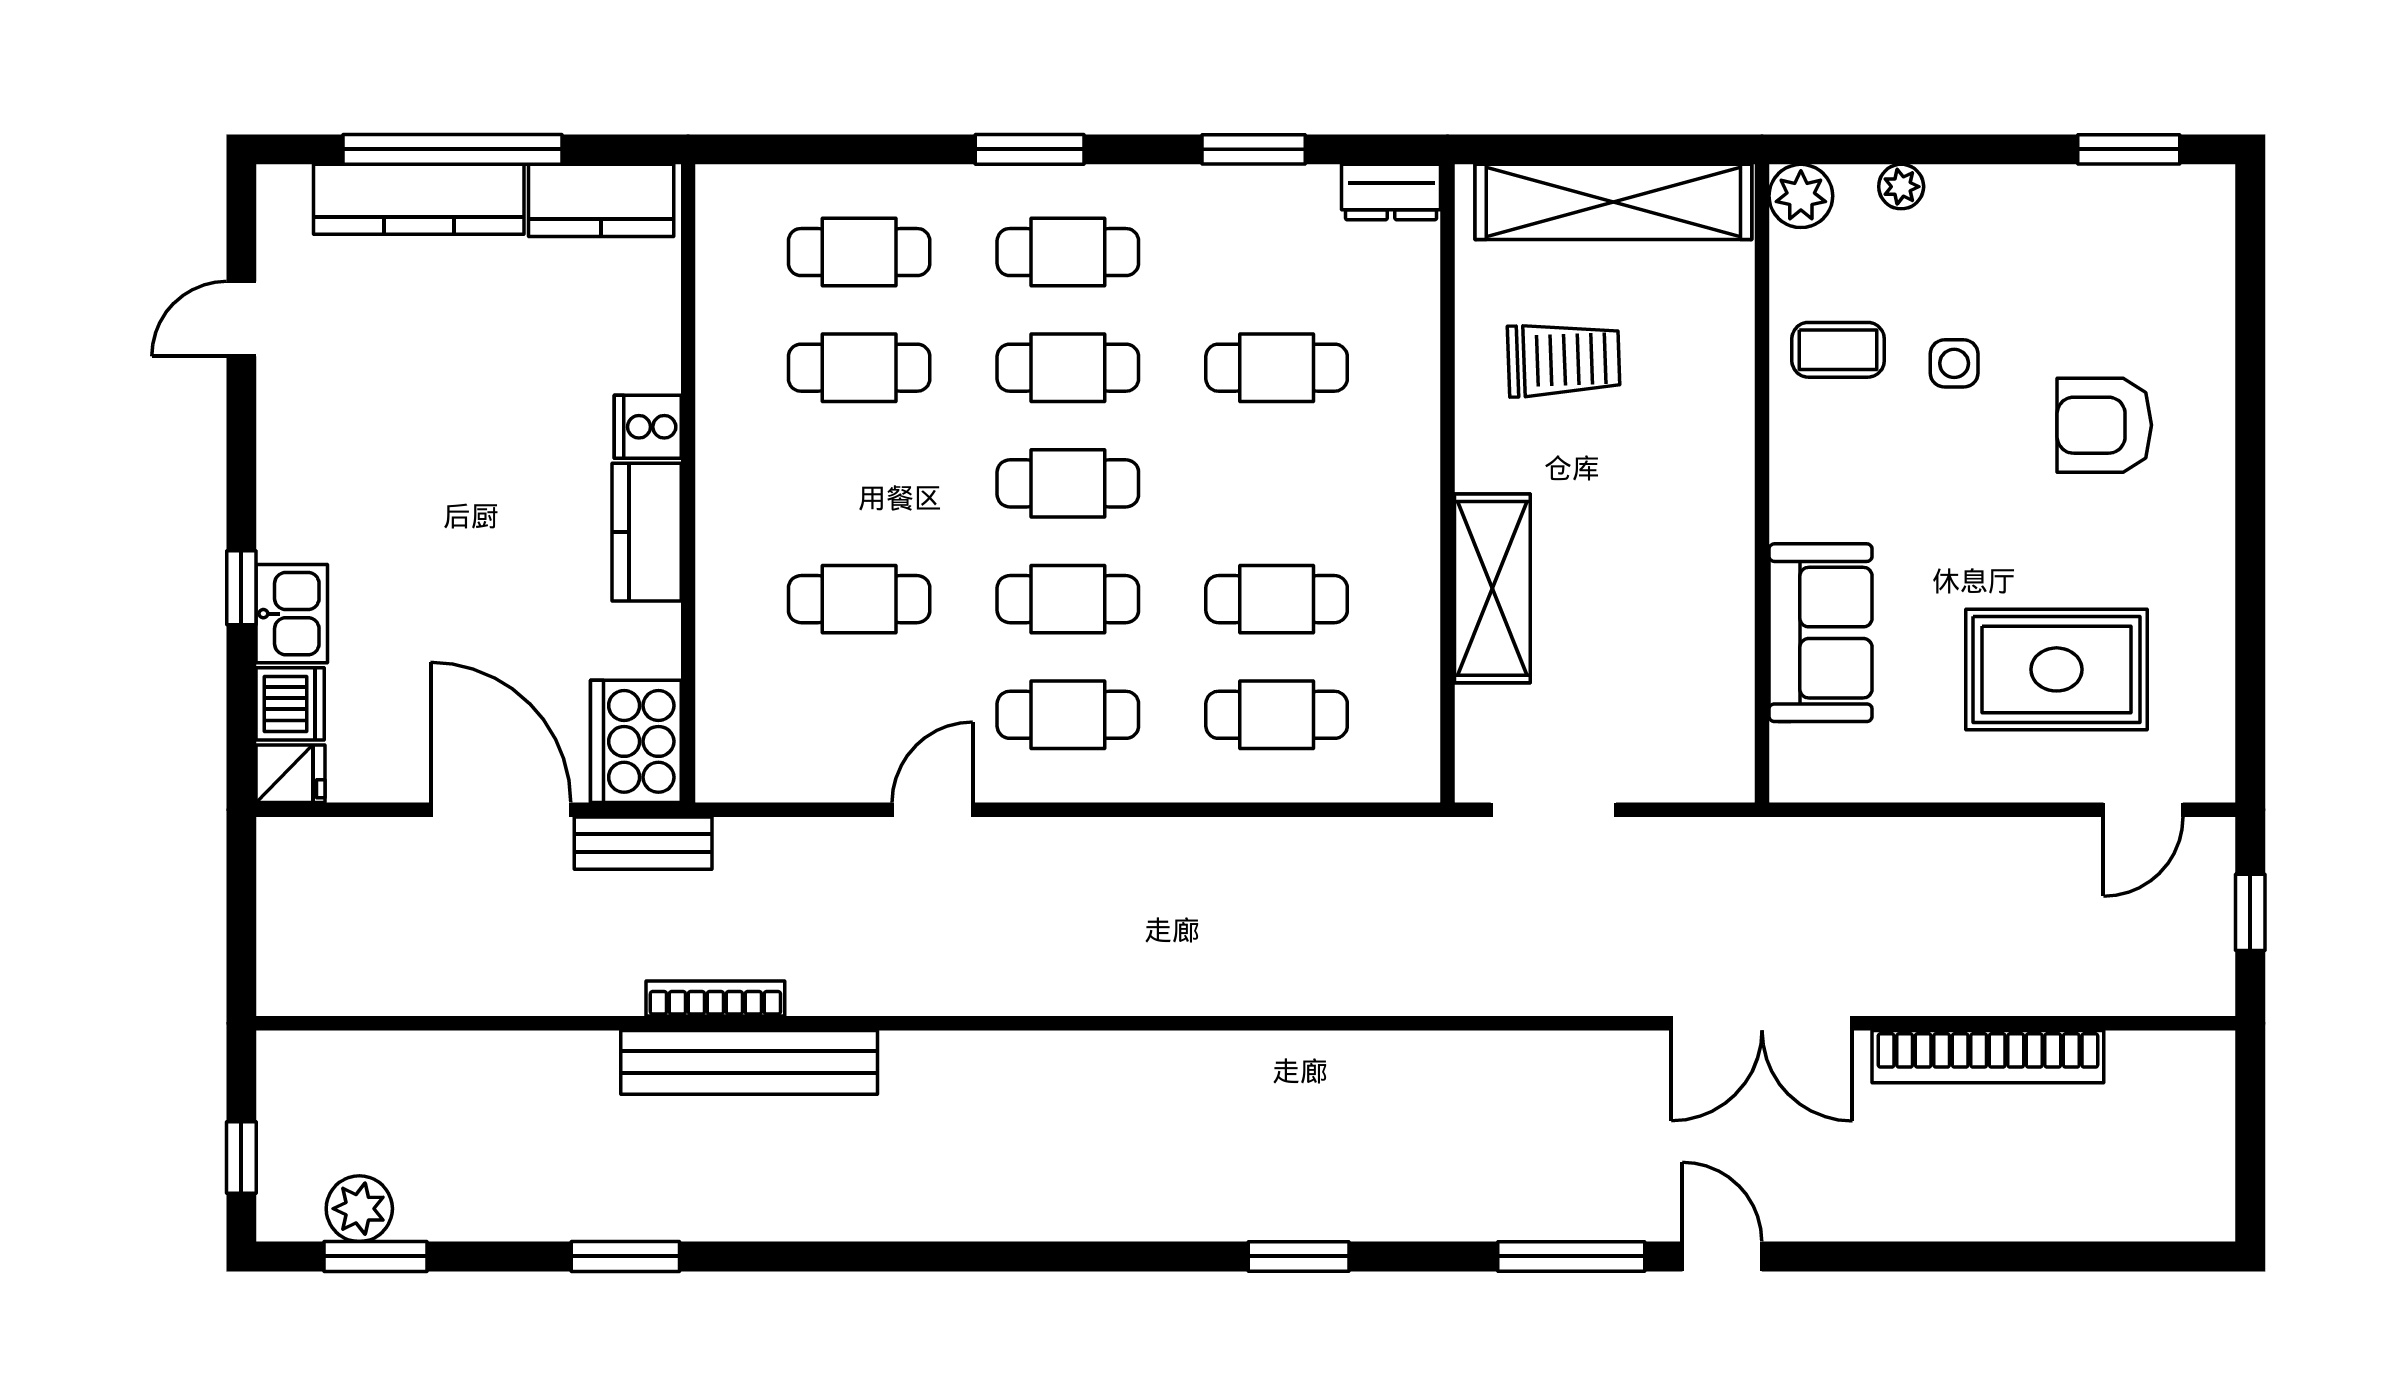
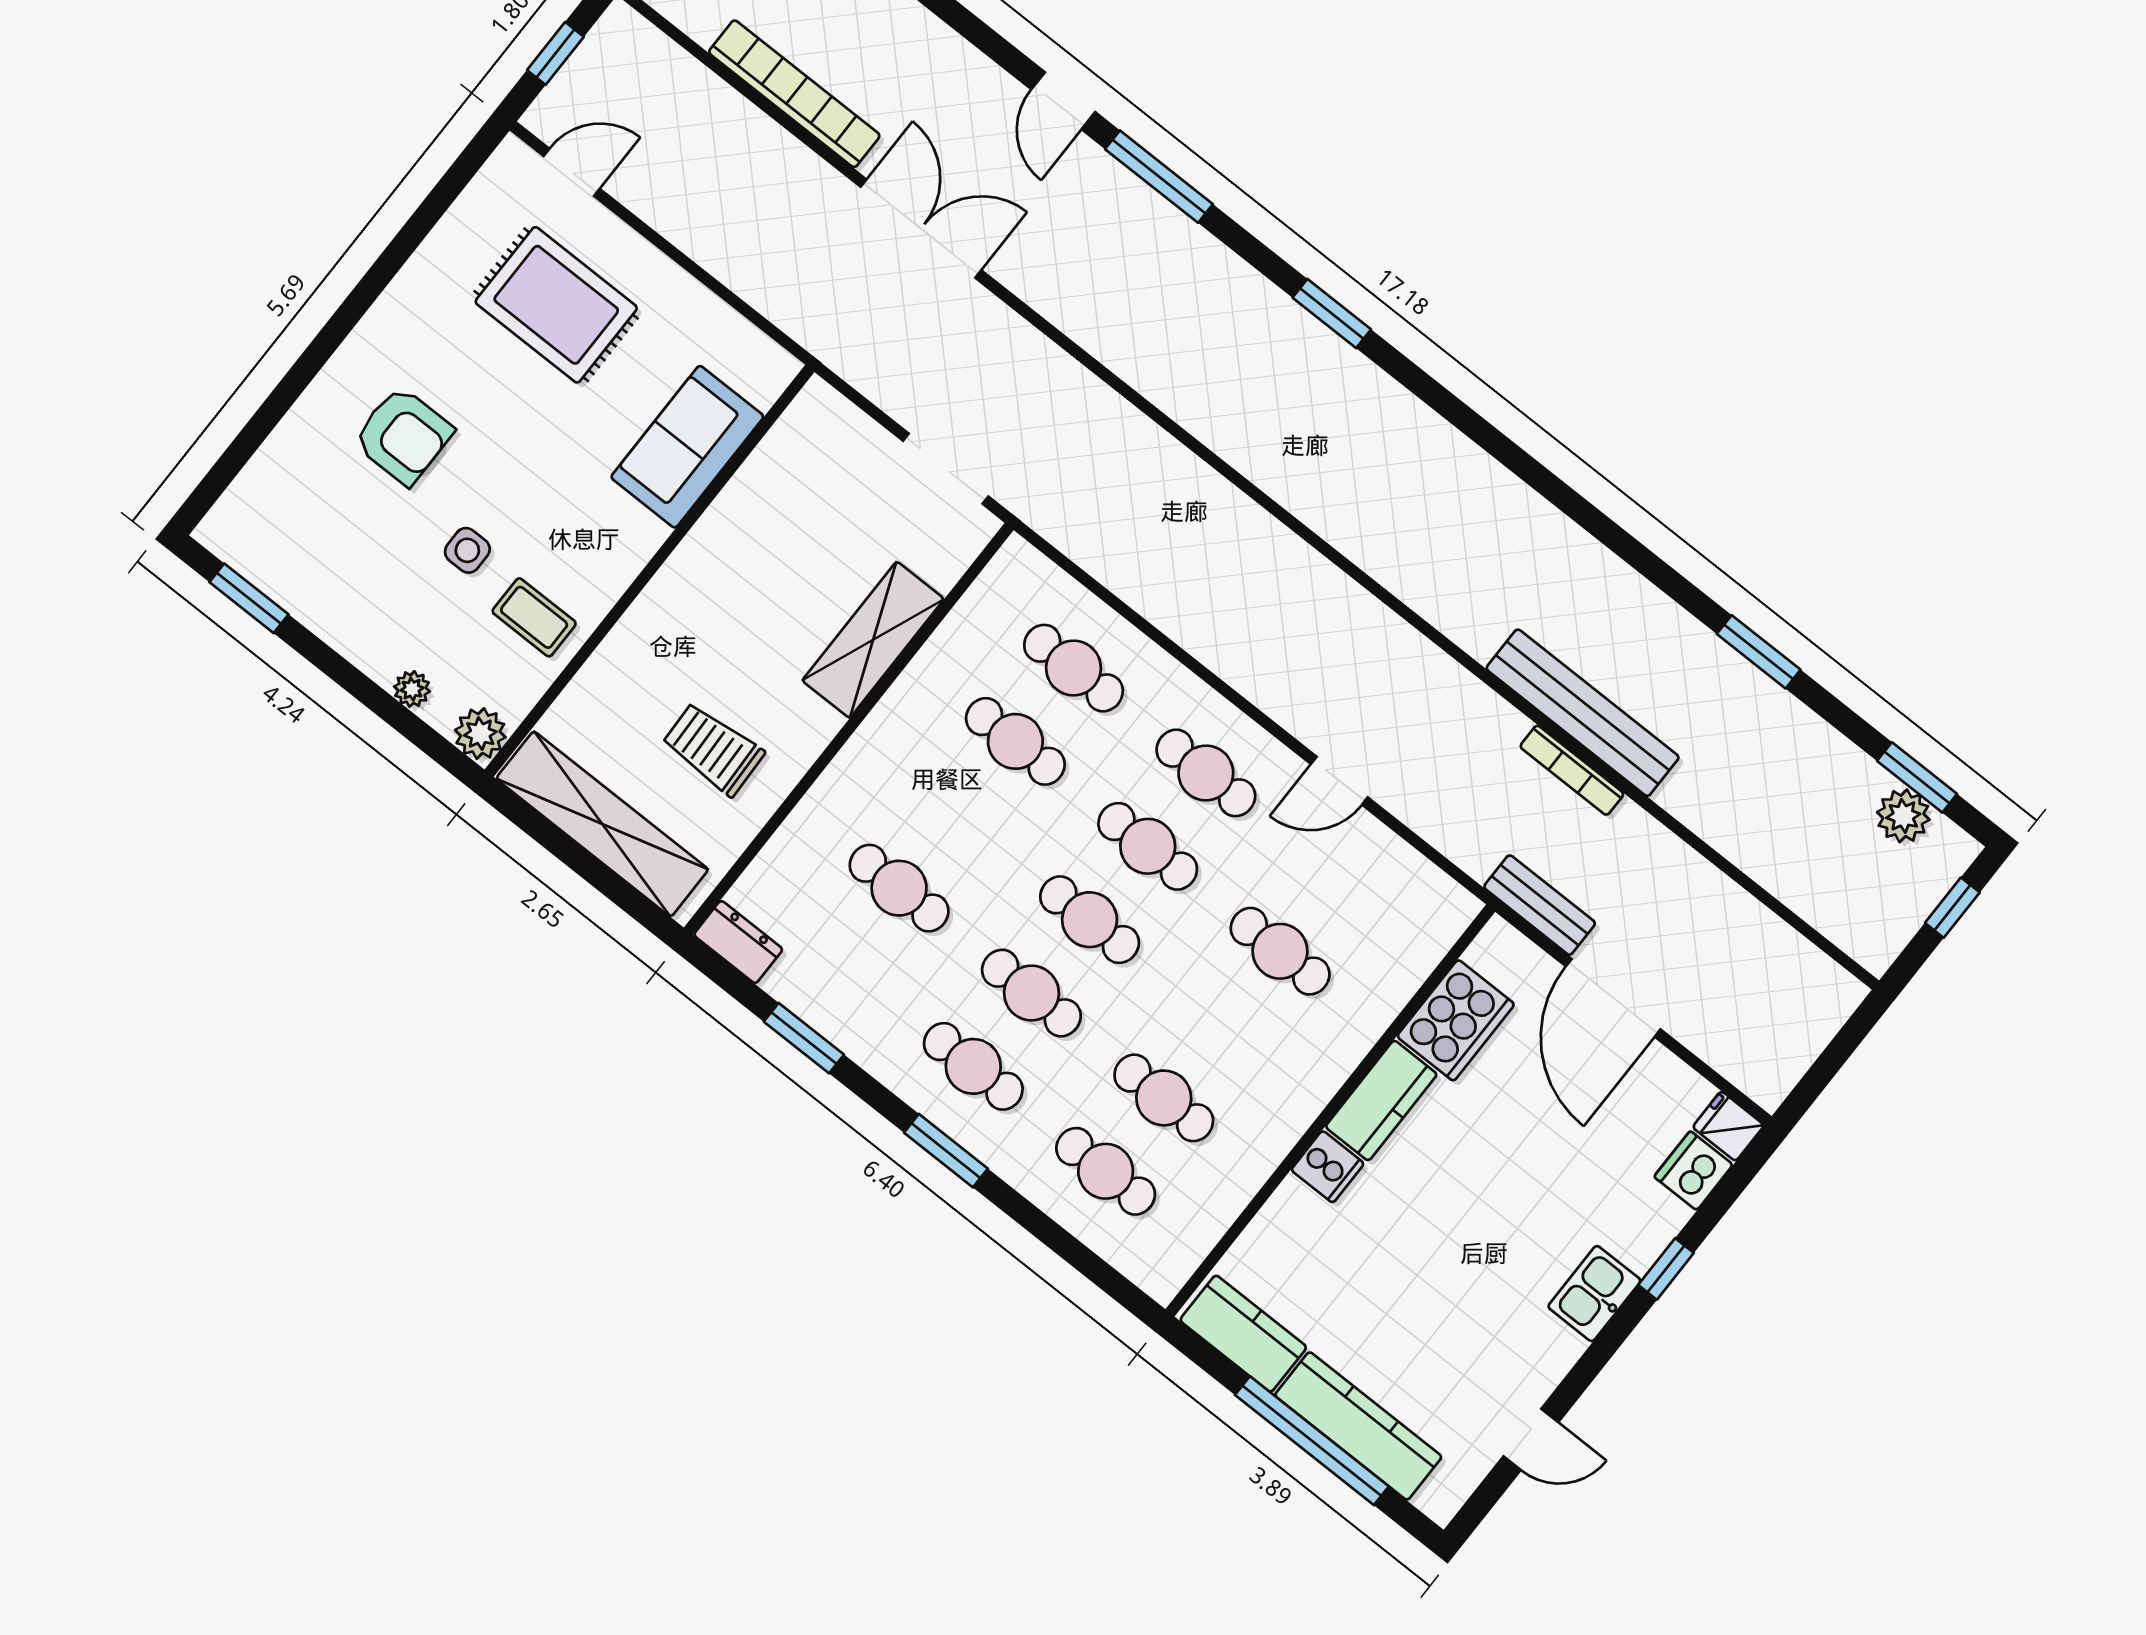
kitchen sink: (292, 614) -> (1594, 1294), moved
cooker: (636, 741) -> (1456, 1020), moved

